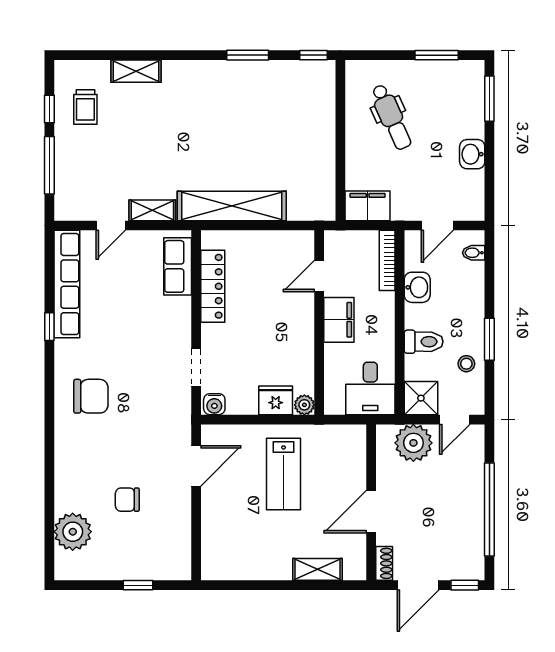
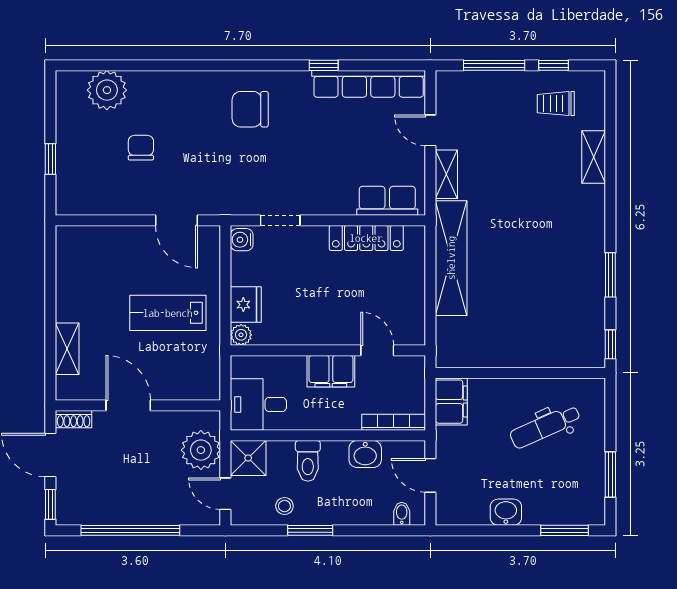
chair: (91, 396) -> (250, 109), turned 90

